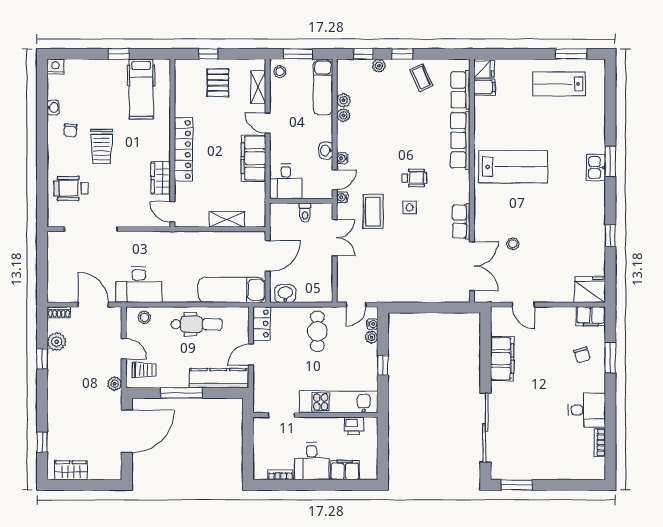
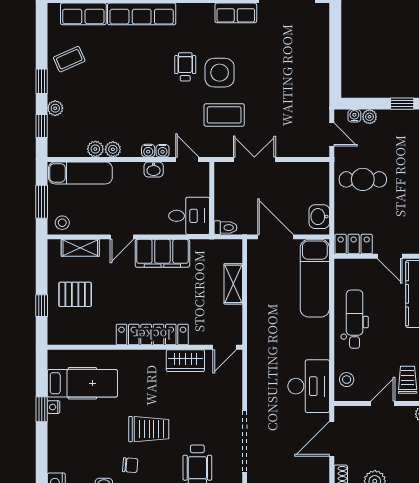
nightstand: (121, 64) -> (54, 407), added
water cooler: (342, 197) -> (148, 151), moved
side table: (410, 208) -> (220, 73), width x1.87, depth x1.87
toilet: (305, 213) -> (225, 228), moved

